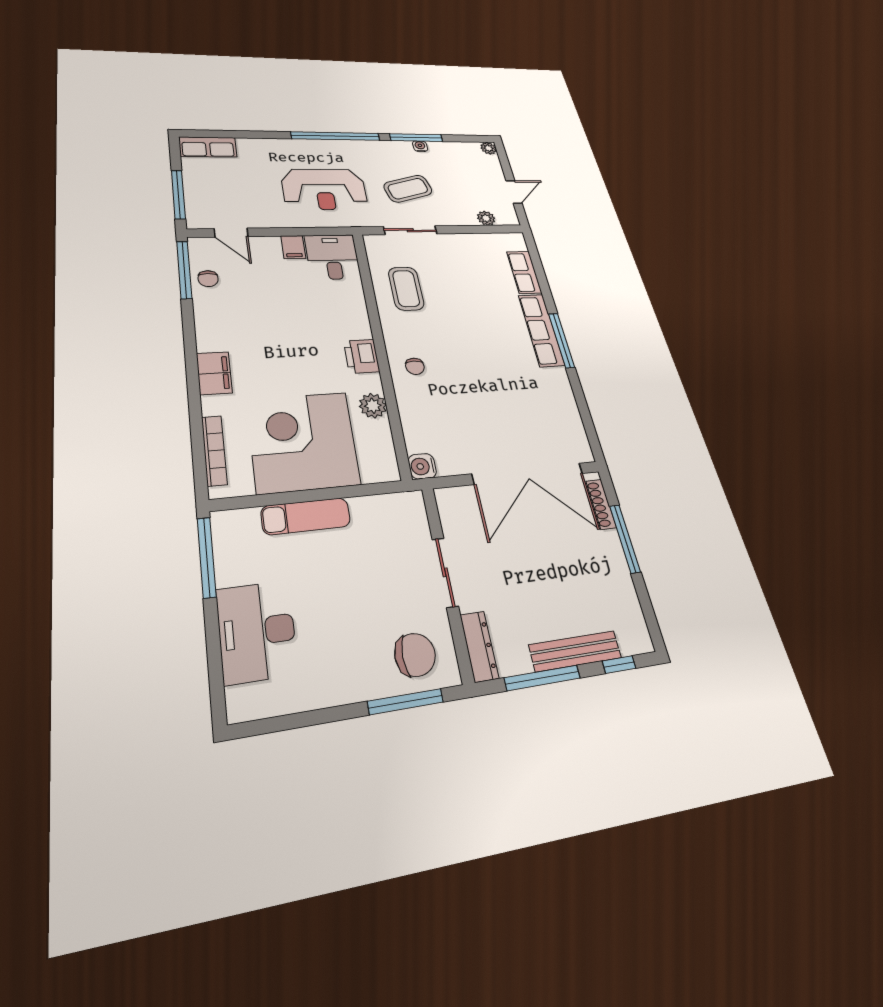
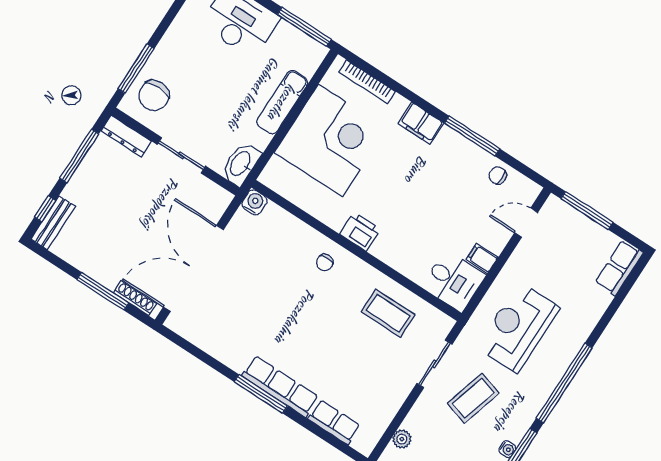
coffee table: (408, 189) -> (473, 398), turned 32
window: (184, 270) -> (472, 136), moved
chair: (415, 366) -> (325, 263), turned -91
plant: (373, 406) -> (319, 207), removed
washbasin: (400, 507) -> (241, 164), added
bench: (575, 651) -> (53, 223), moved, width x0.73

